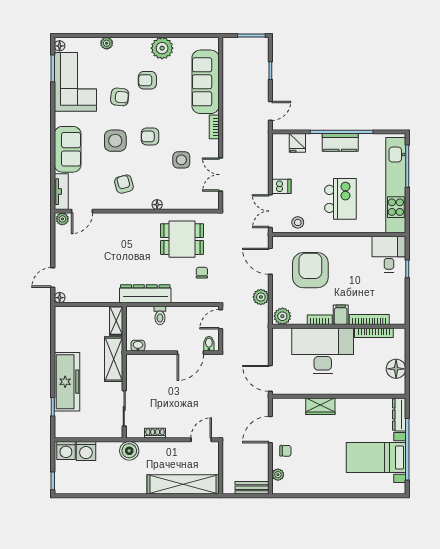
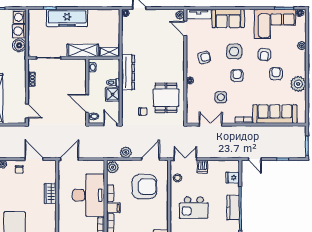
shower: (177, 316) -> (113, 94), added
boiler: (129, 451) -> (19, 45), moved

